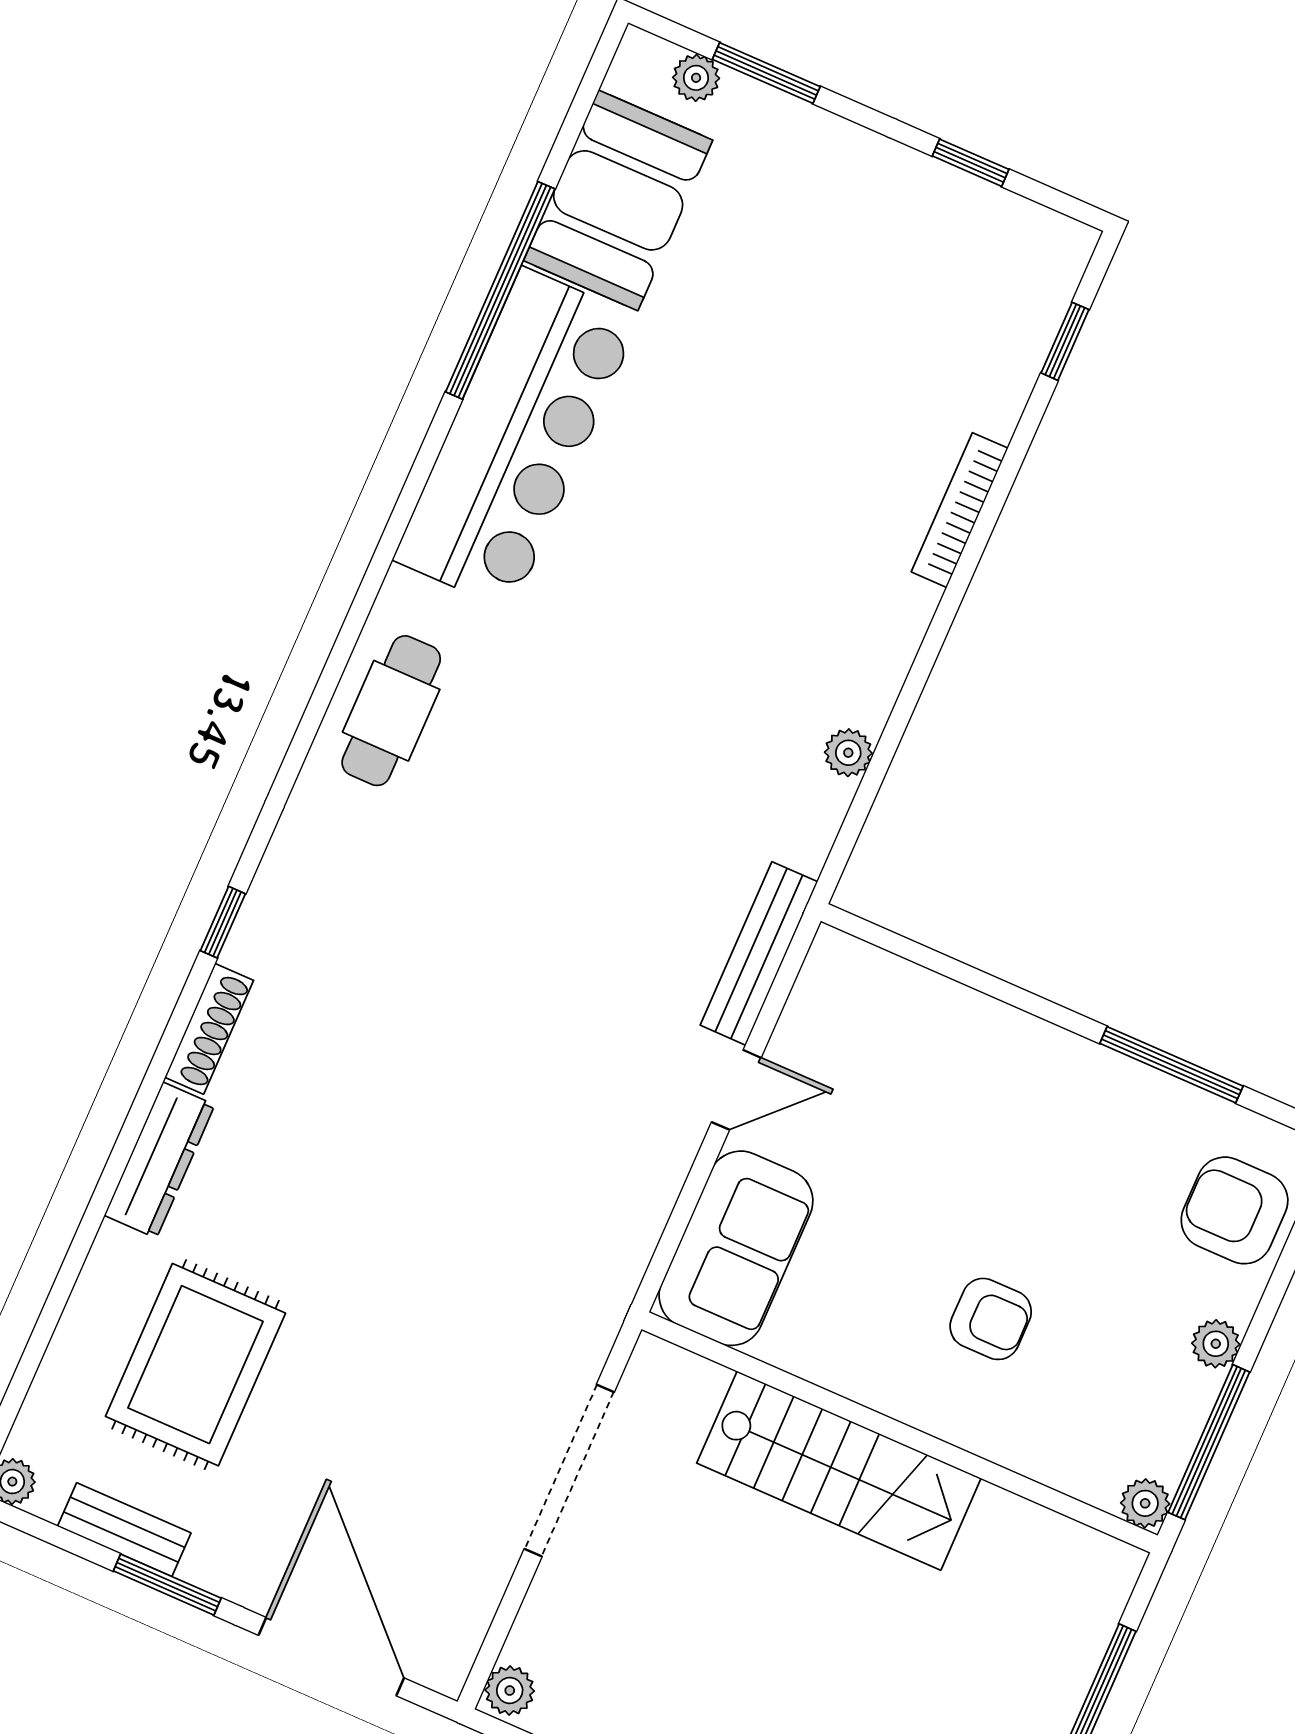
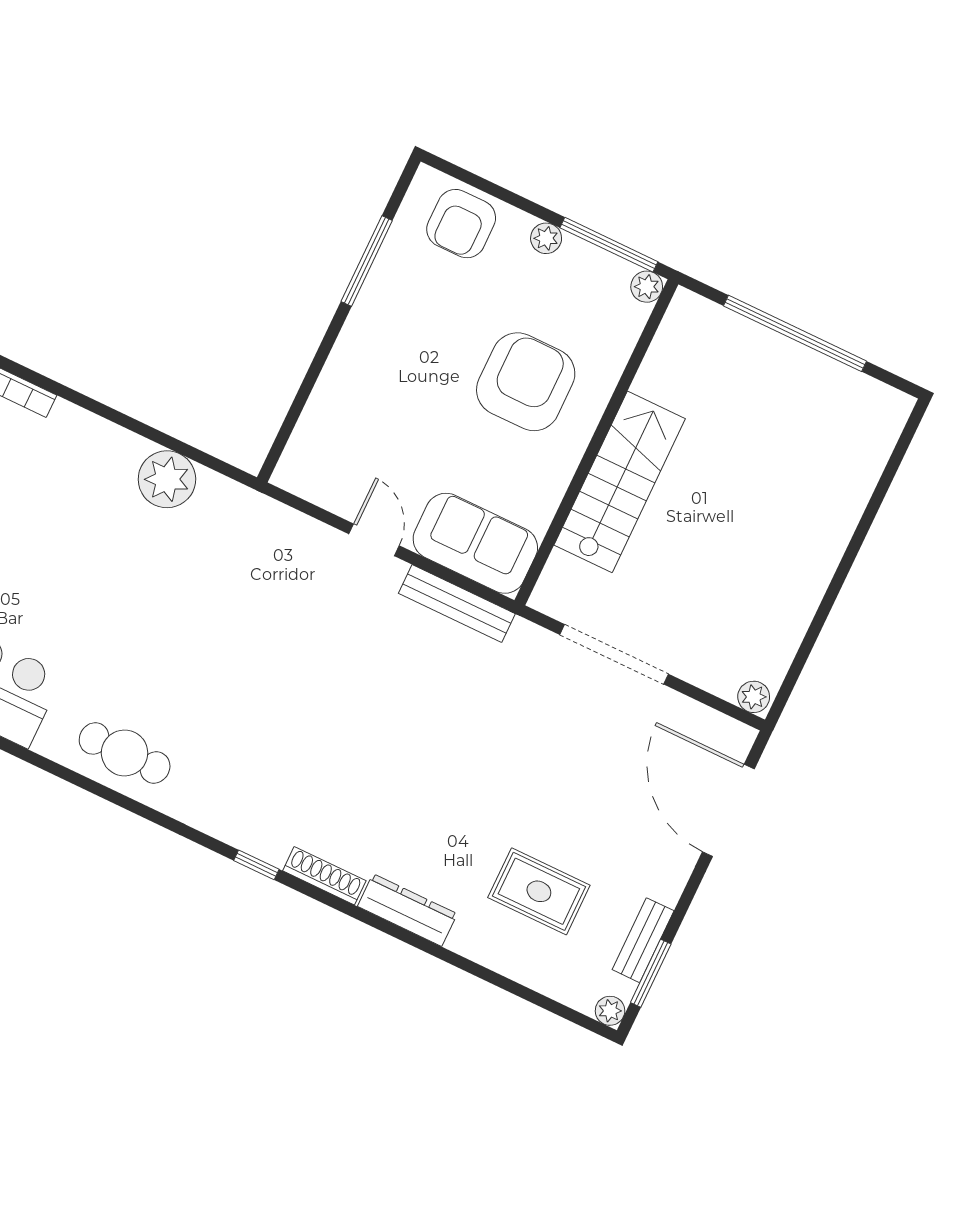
plant: (848, 753) -> (167, 479), width x1.87, depth x1.87
bench: (759, 953) -> (457, 604), moved
armchair: (991, 1319) -> (526, 382), width x1.88, depth x1.88
rug: (195, 1365) -> (539, 891), width x0.73, depth x0.70
window: (167, 1585) -> (651, 973), moved
door: (331, 1657) -> (728, 810), hinge flipped

